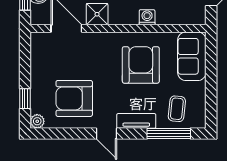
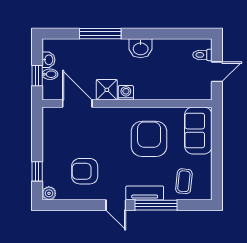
washing machine: (147, 17) -> (126, 93), moved
armchair: (74, 98) -> (85, 171), width x0.73, depth x0.73
window: (169, 134) -> (156, 205), moved

